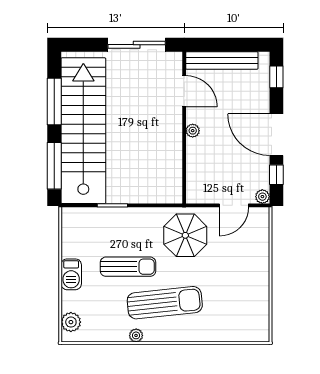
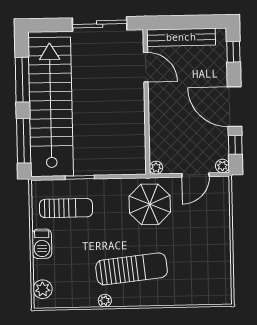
plant: (193, 131) -> (156, 168), moved
sun lounger: (128, 267) -> (66, 208), moved

